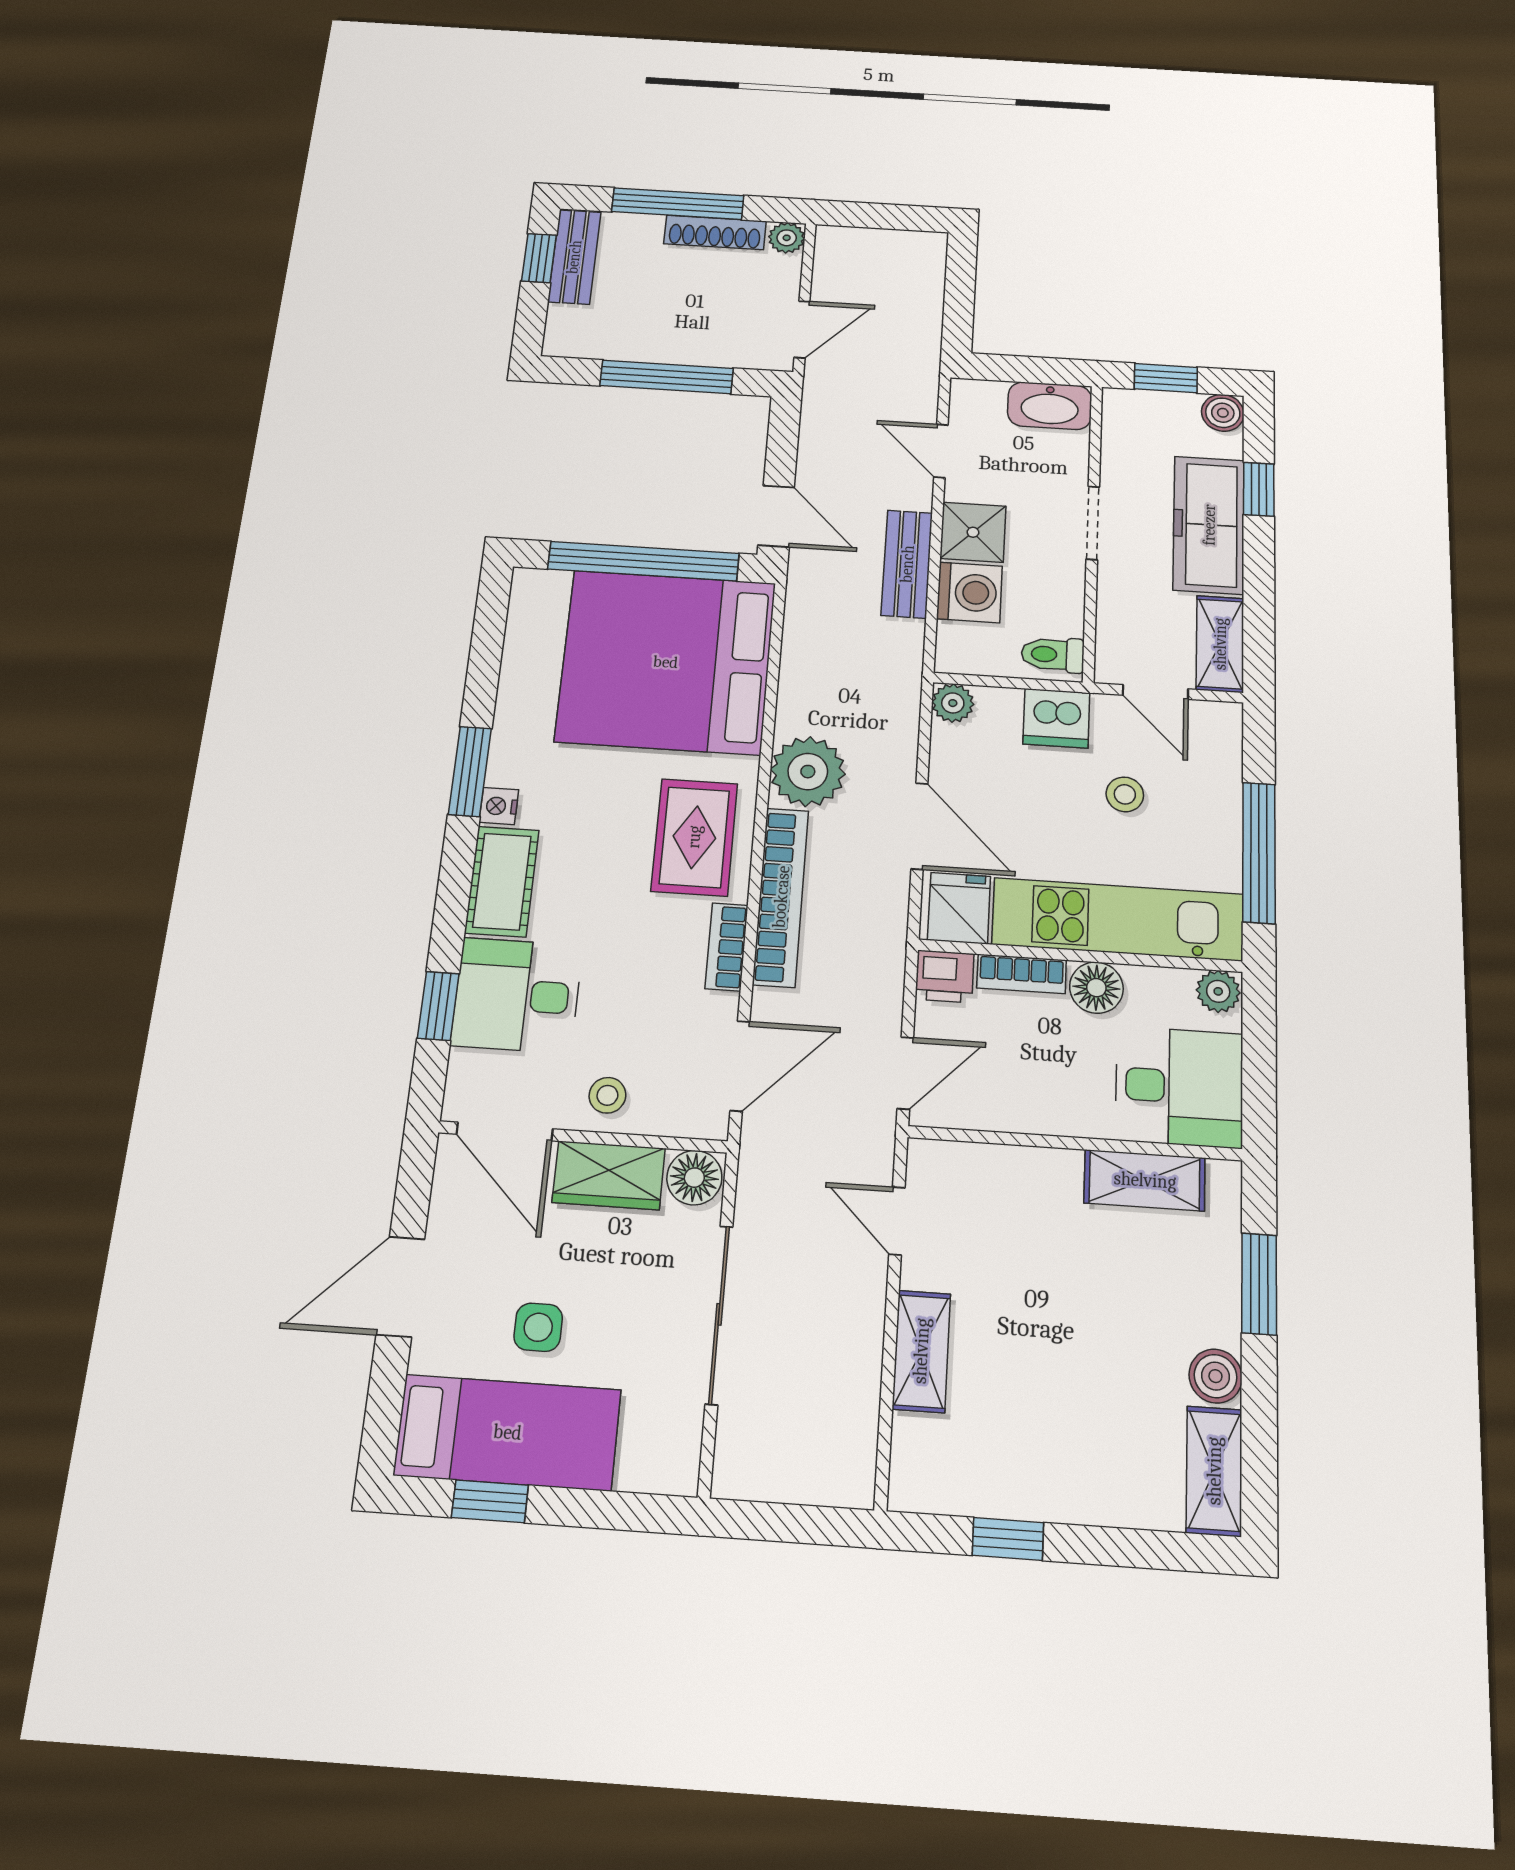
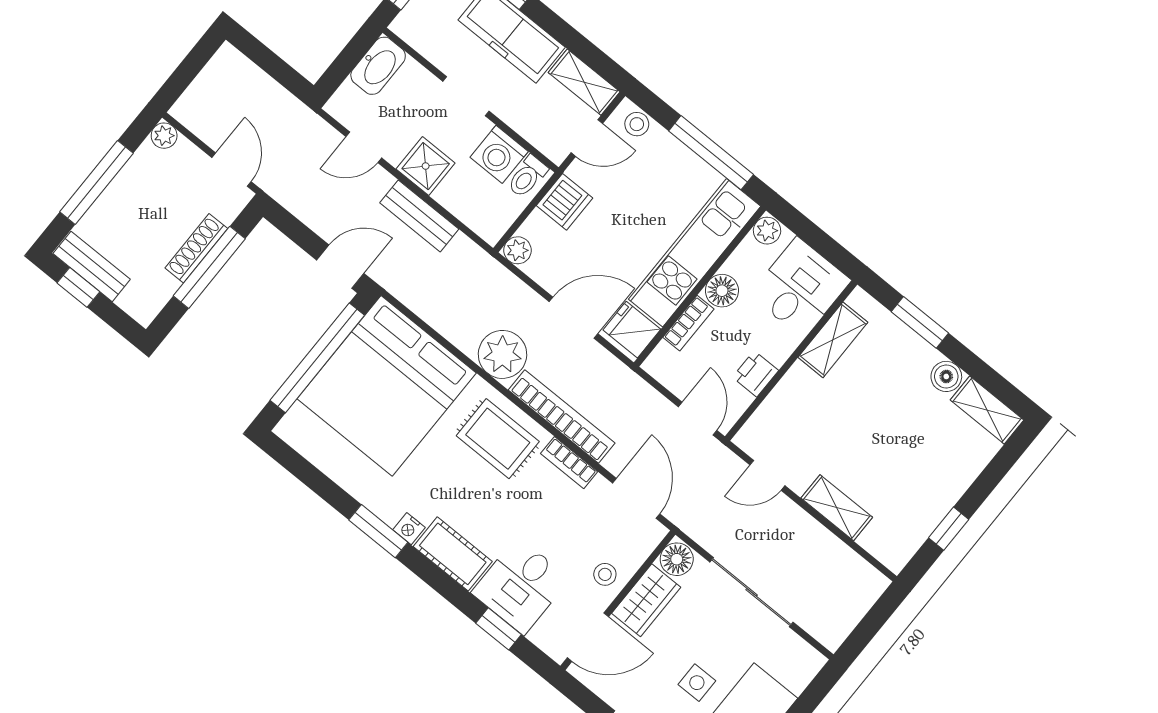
shoe rack: (715, 232) -> (196, 248), moved, turned 180
washing machine: (969, 592) -> (499, 154), moved, turned 180
stool: (1125, 794) -> (637, 124), moved
printer: (945, 976) -> (755, 374), moved, turned 180

